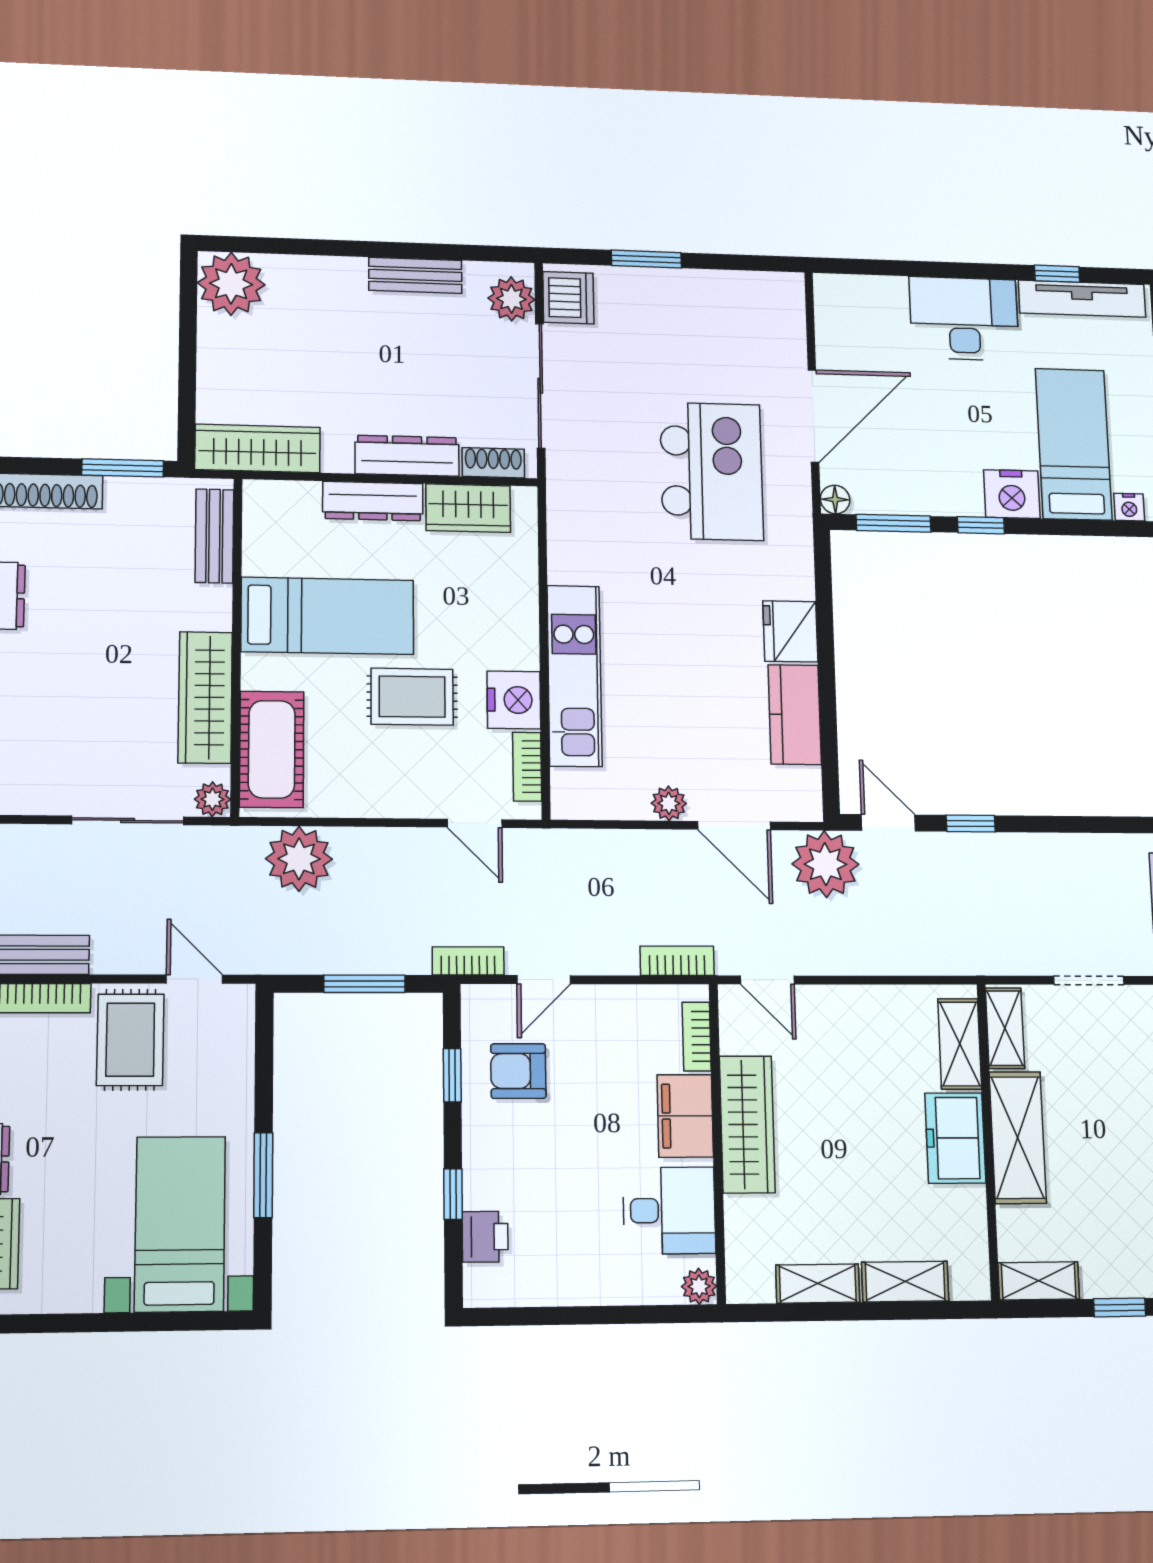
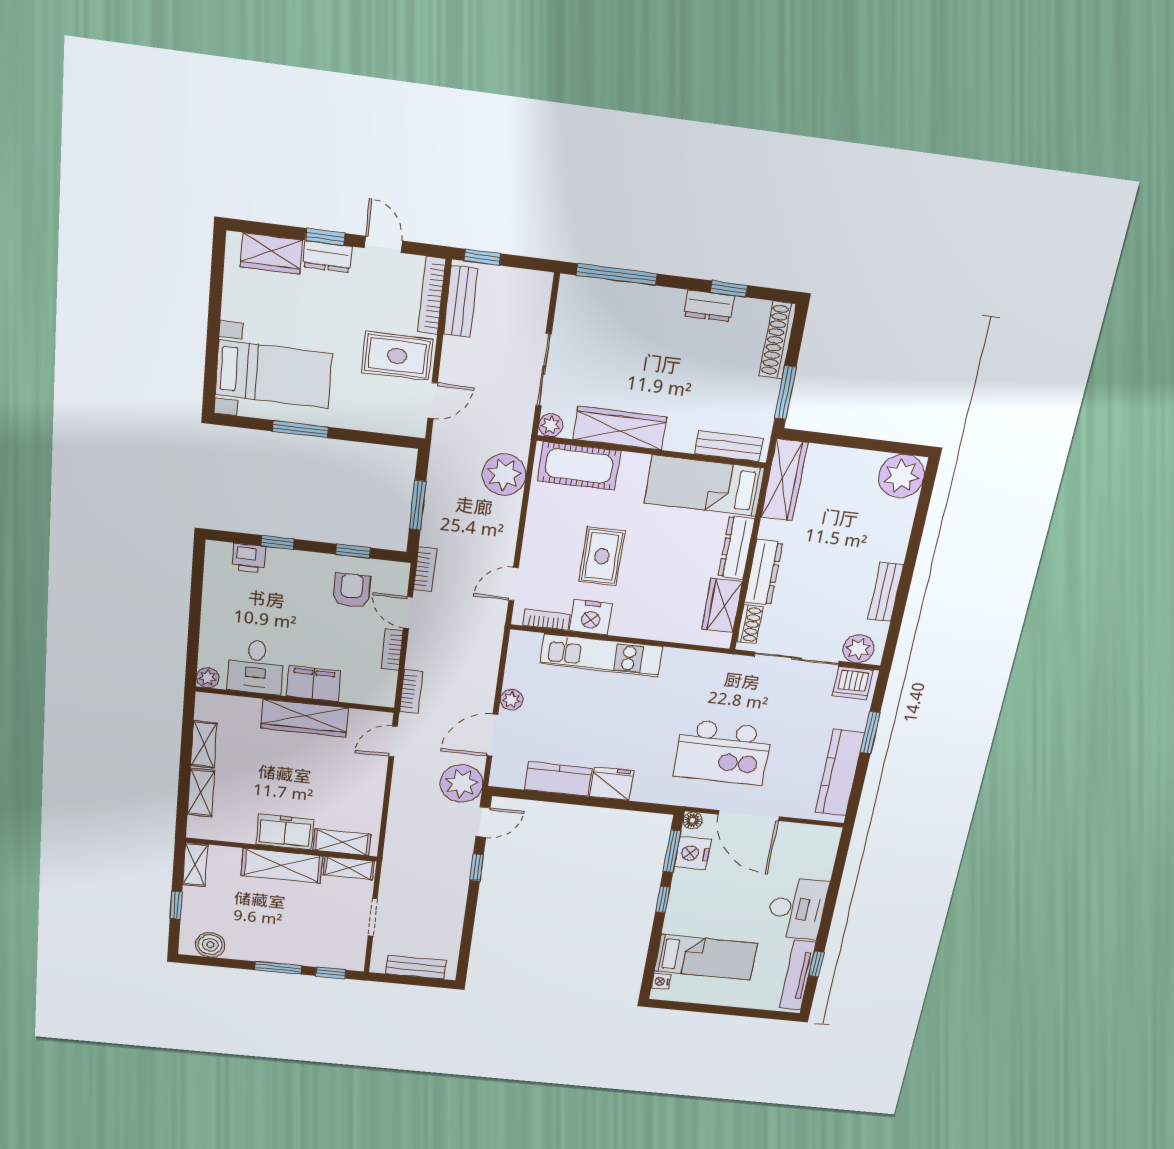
kitchen counter: (720, 292) -> (840, 773), added
nightstand: (1012, 494) -> (693, 853), moved
bed: (328, 616) -> (704, 486), moved, turned 90
bookcase: (697, 1037) -> (392, 649), moved, turned -90

